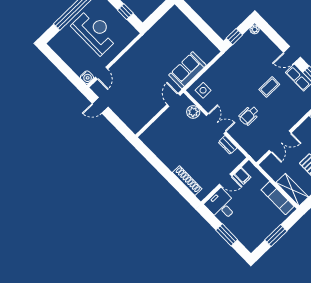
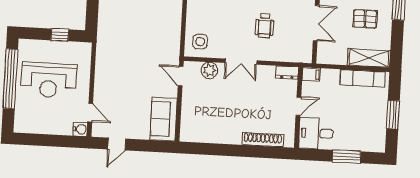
reception desk: (95, 32) -> (48, 80), turned 180
sofa: (187, 70) -> (164, 119), moved
double door: (216, 124) -> (241, 62), swing flipped
dresser: (228, 145) -> (287, 73), moved
filing cabinet: (242, 176) -> (311, 74), moved

